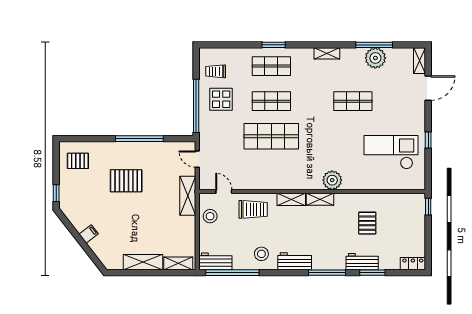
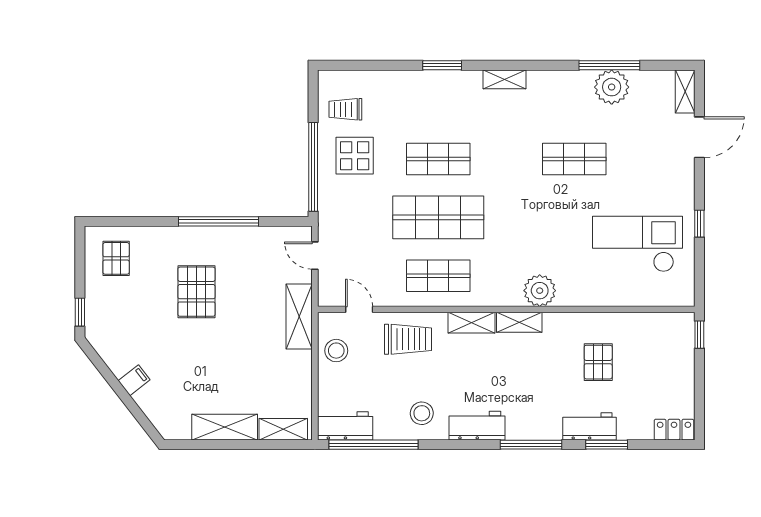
shelving: (327, 53) -> (504, 79), moved
shop shelf: (271, 66) -> (438, 276), moved
pallet: (78, 161) -> (116, 258), turned 90
pallet: (126, 181) -> (196, 292), turned 90

